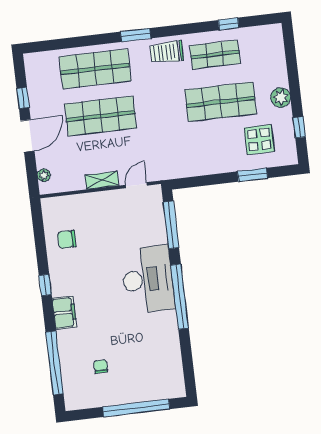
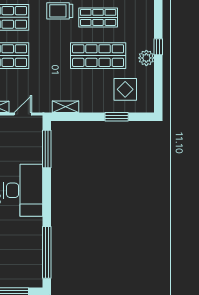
window: (299, 127) -> (158, 47), moved
shelving: (188, 170) -> (65, 107), added
window: (180, 297) -> (47, 252), moved

